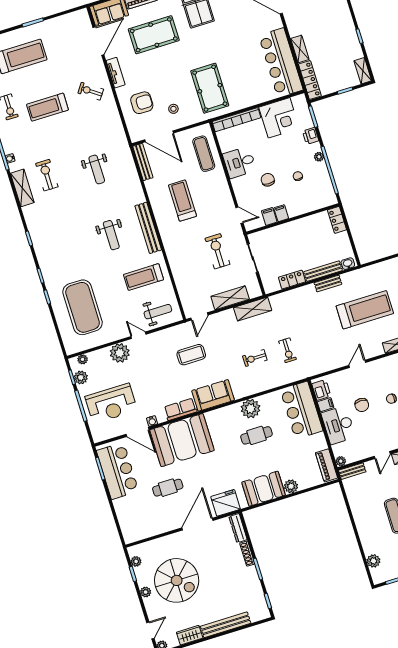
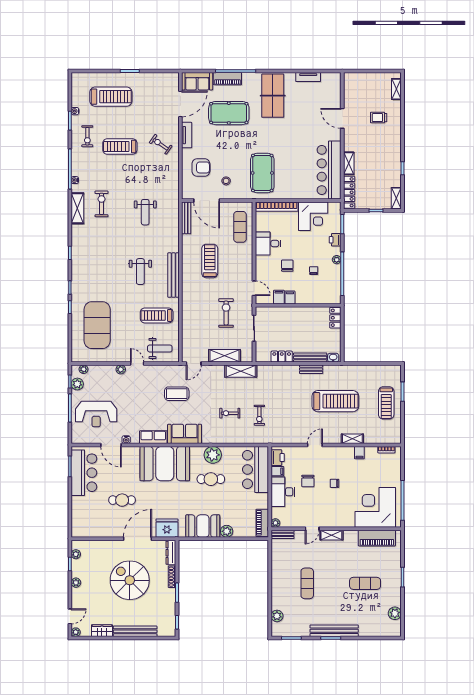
plant: (120, 353) -> (121, 369), width x0.53, depth x0.53
booth: (182, 440) -> (165, 464), moved
spiral stairs: (177, 580) -> (130, 580), moved, turned 180

